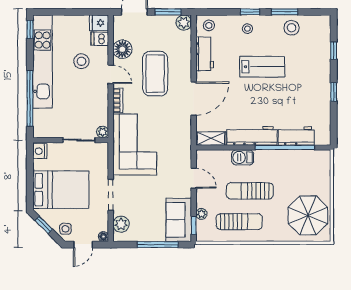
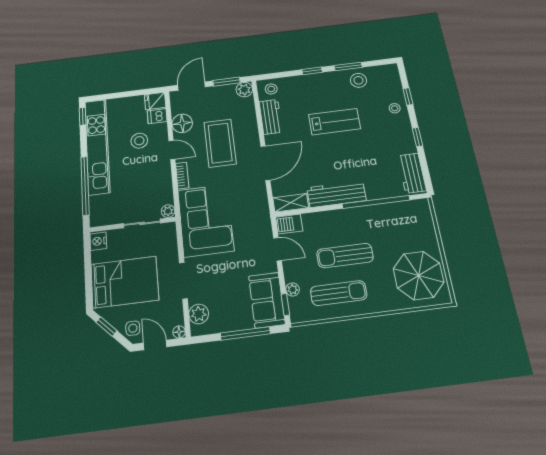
stool: (247, 29) -> (395, 108), moved
workbench: (296, 136) -> (412, 173), moved, turned -90
barbecue: (243, 157) -> (289, 224), moved
door: (83, 245) -> (155, 345), swing flipped

